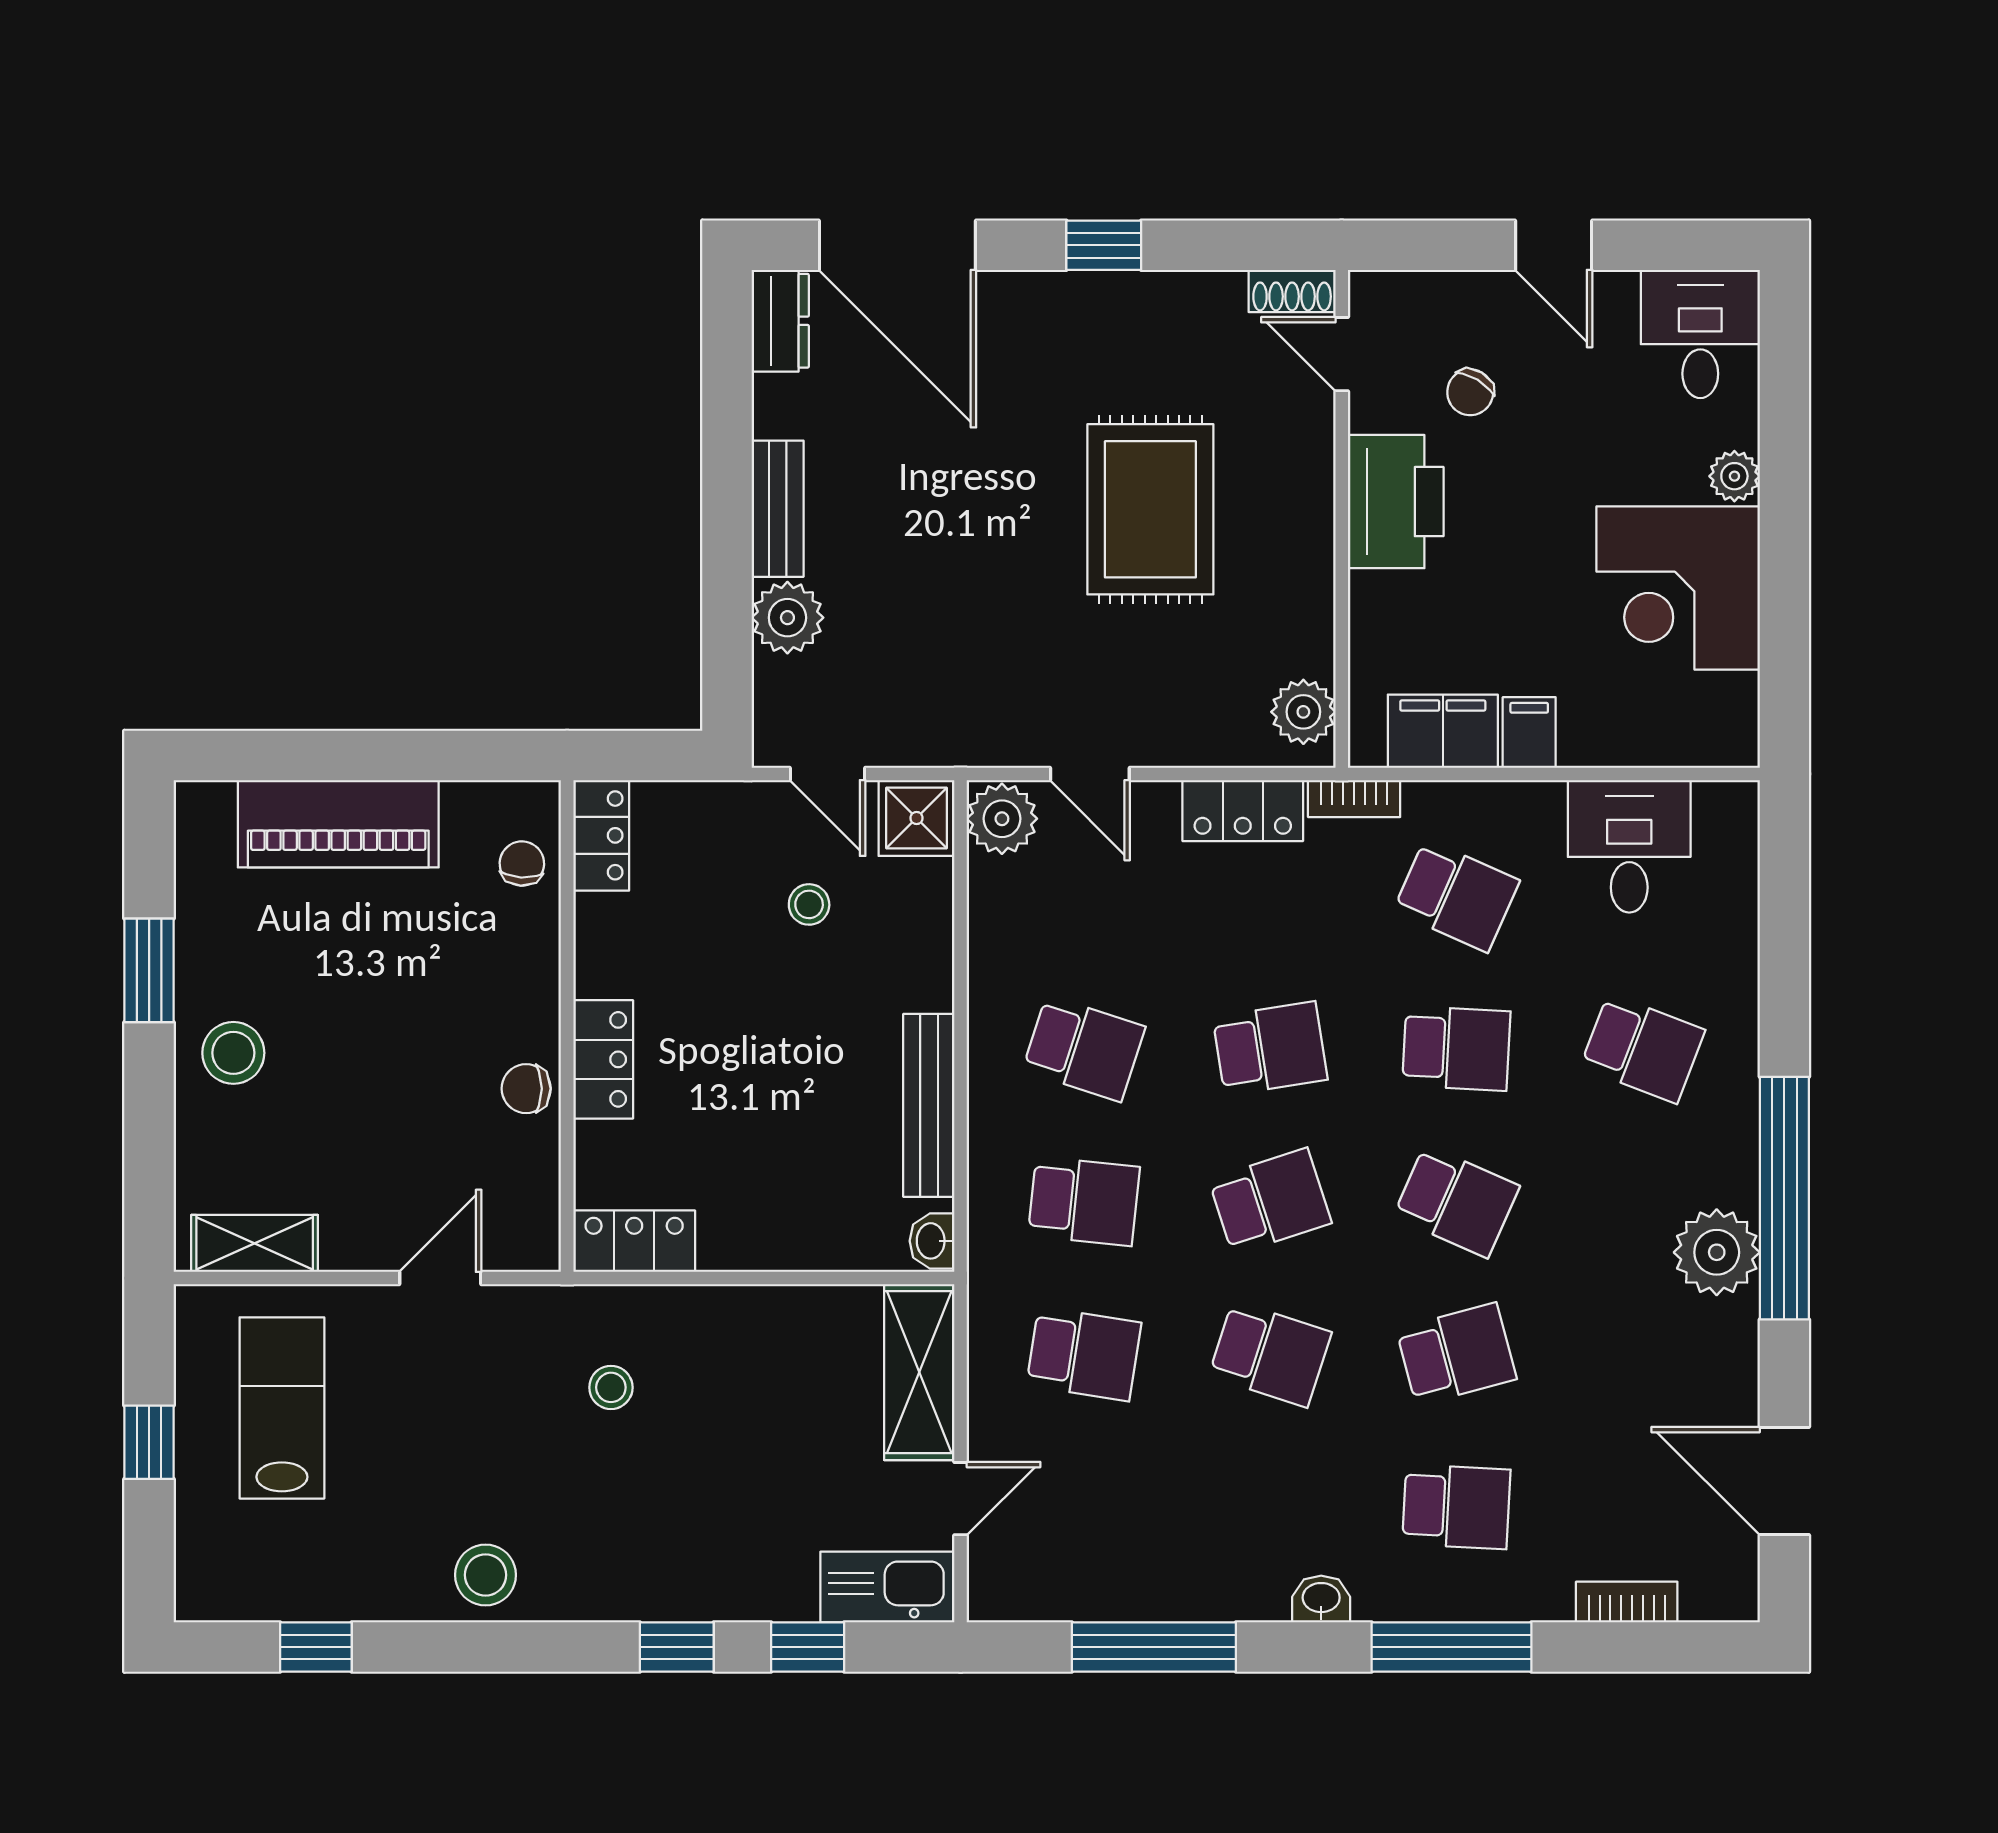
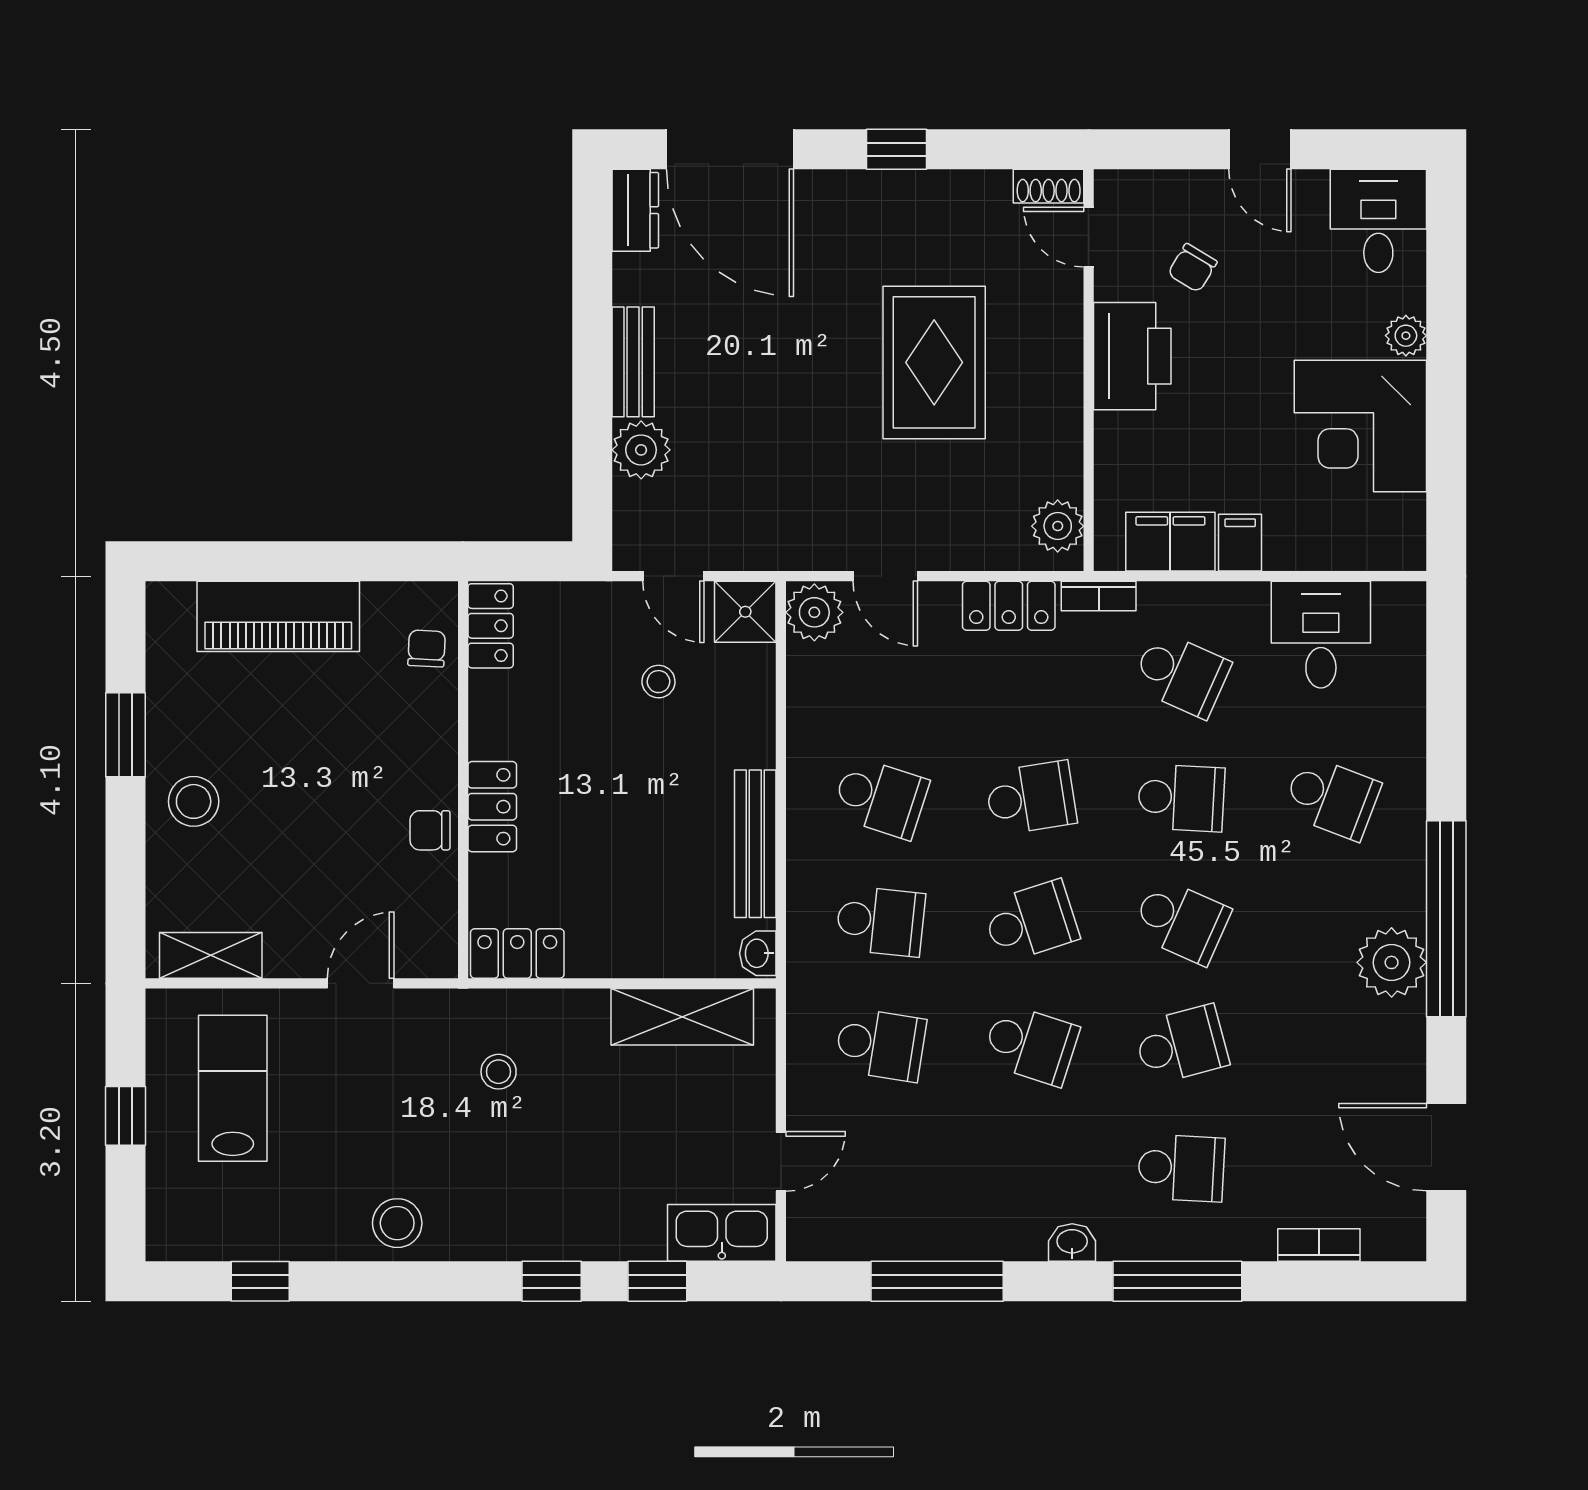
shelving: (919, 1372) -> (682, 1017), moved, turned 90

